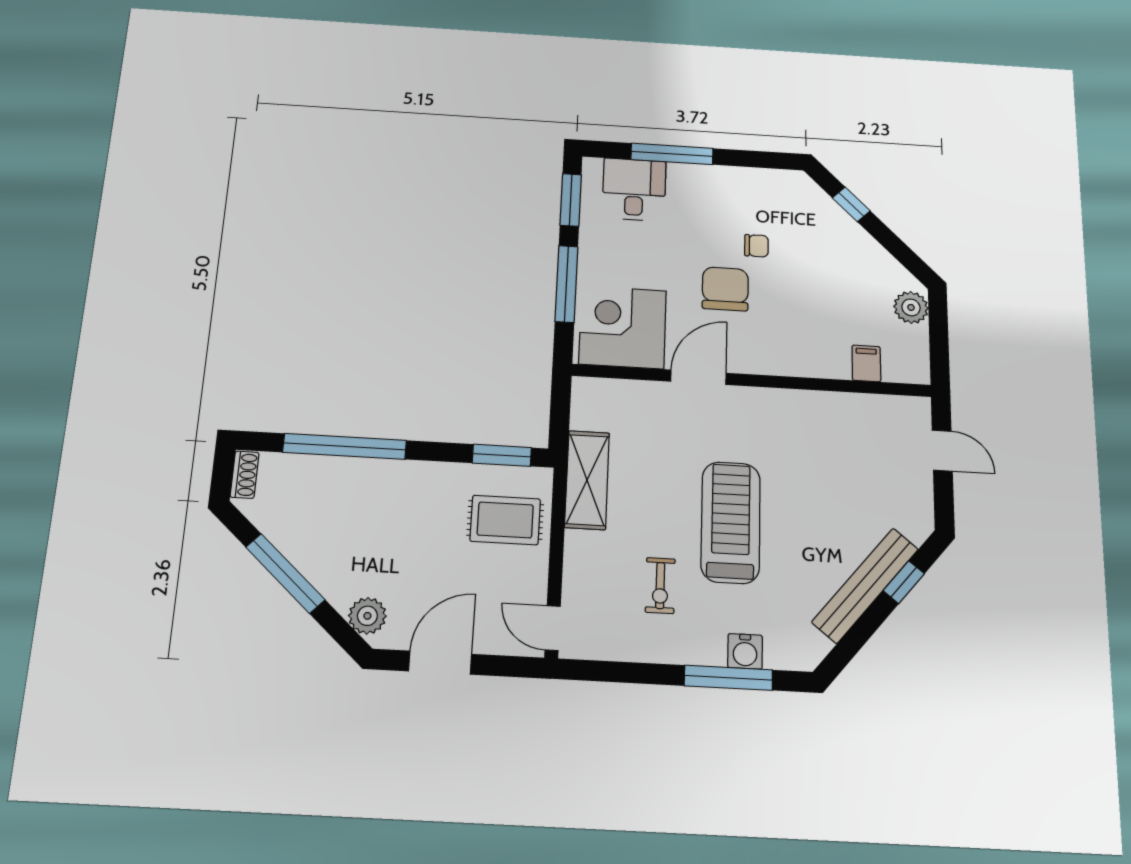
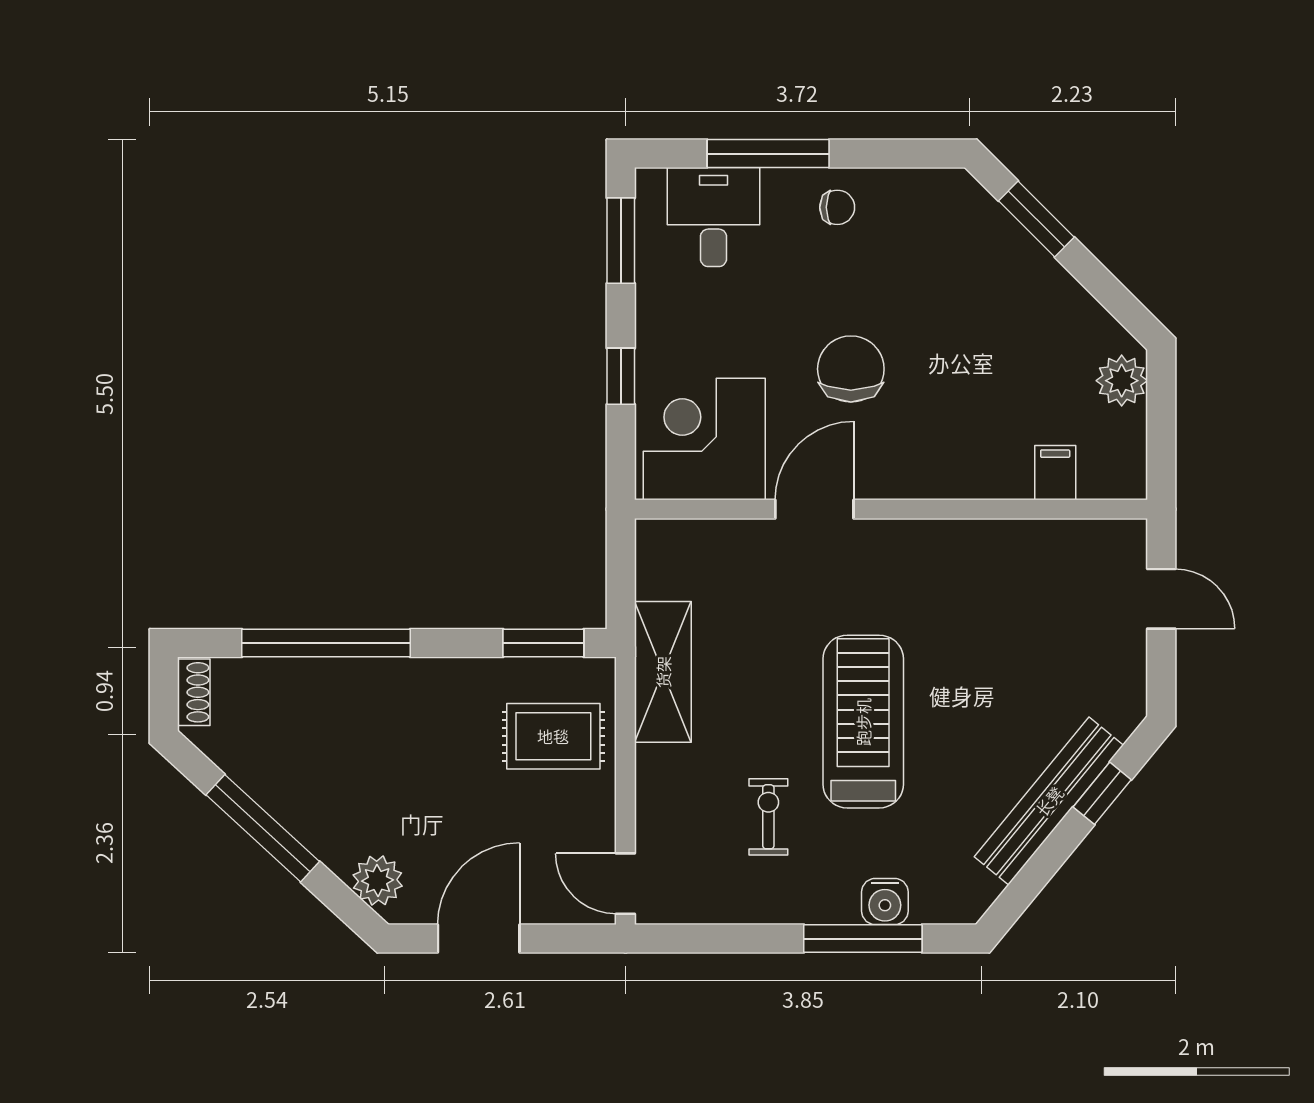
window: (851, 204) -> (1036, 219), width x1.50
chair: (756, 246) -> (837, 207), moved
window: (566, 284) -> (621, 376), width x0.46
exercise bike: (660, 586) -> (768, 817), turned 180

